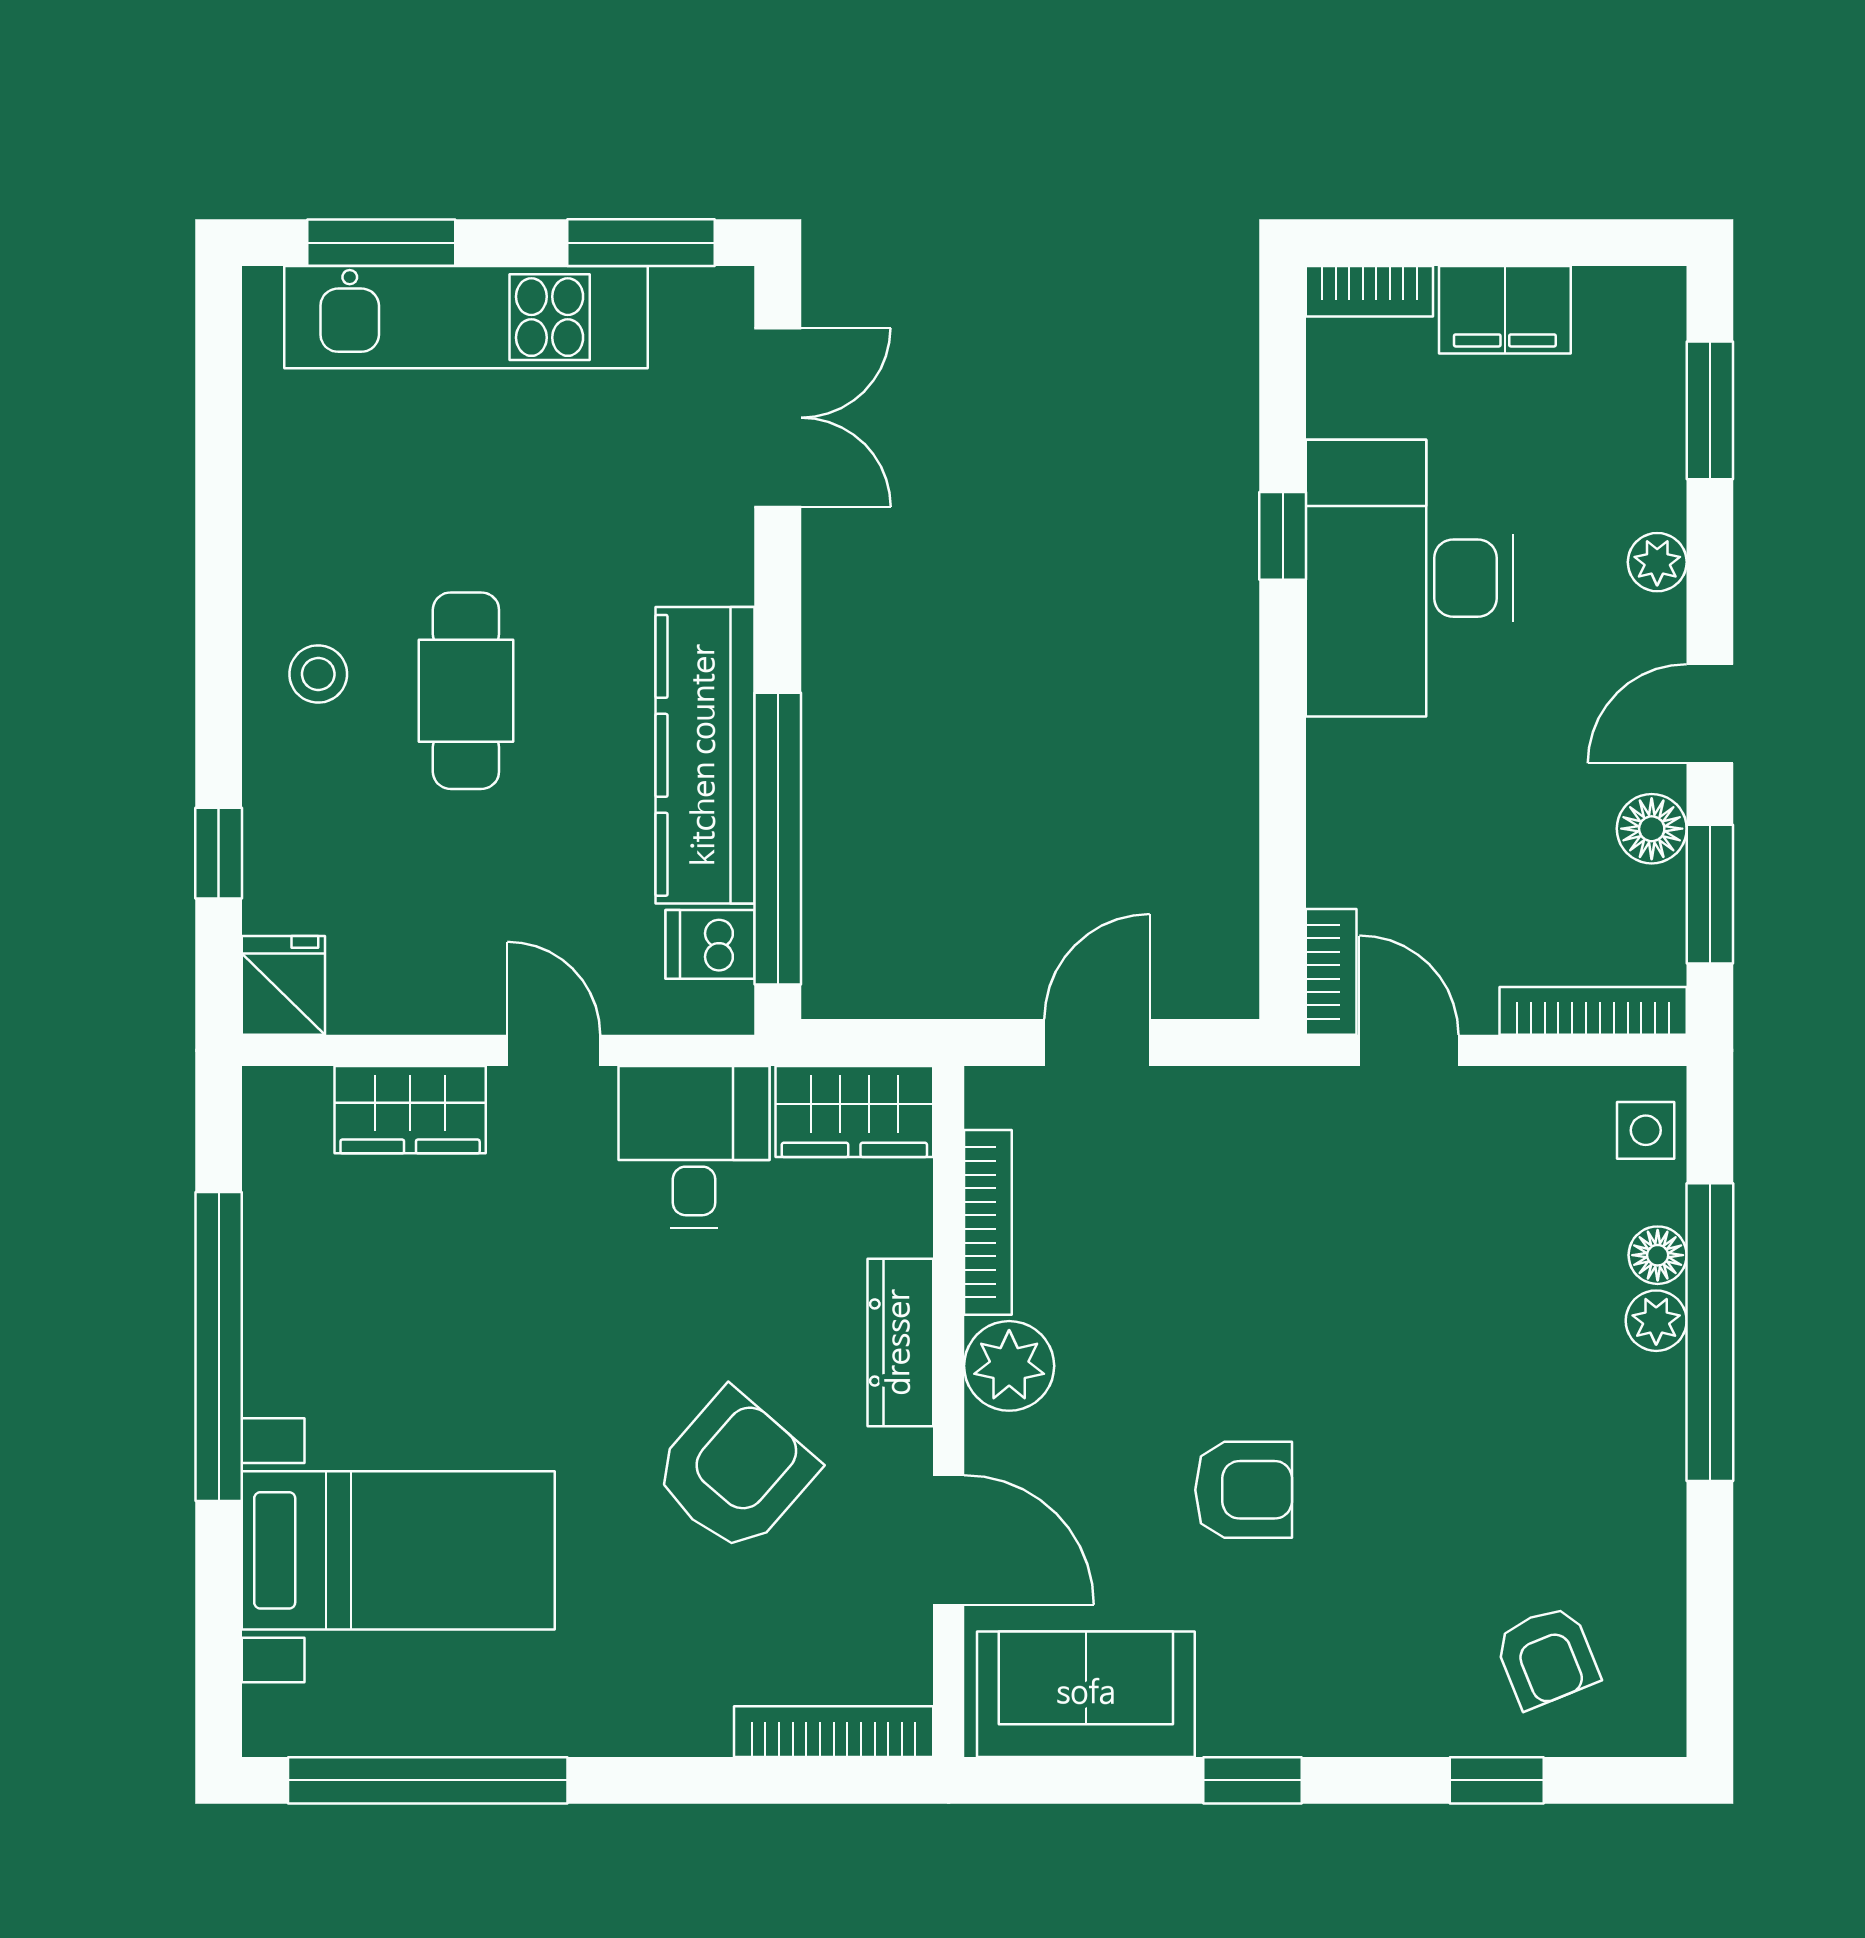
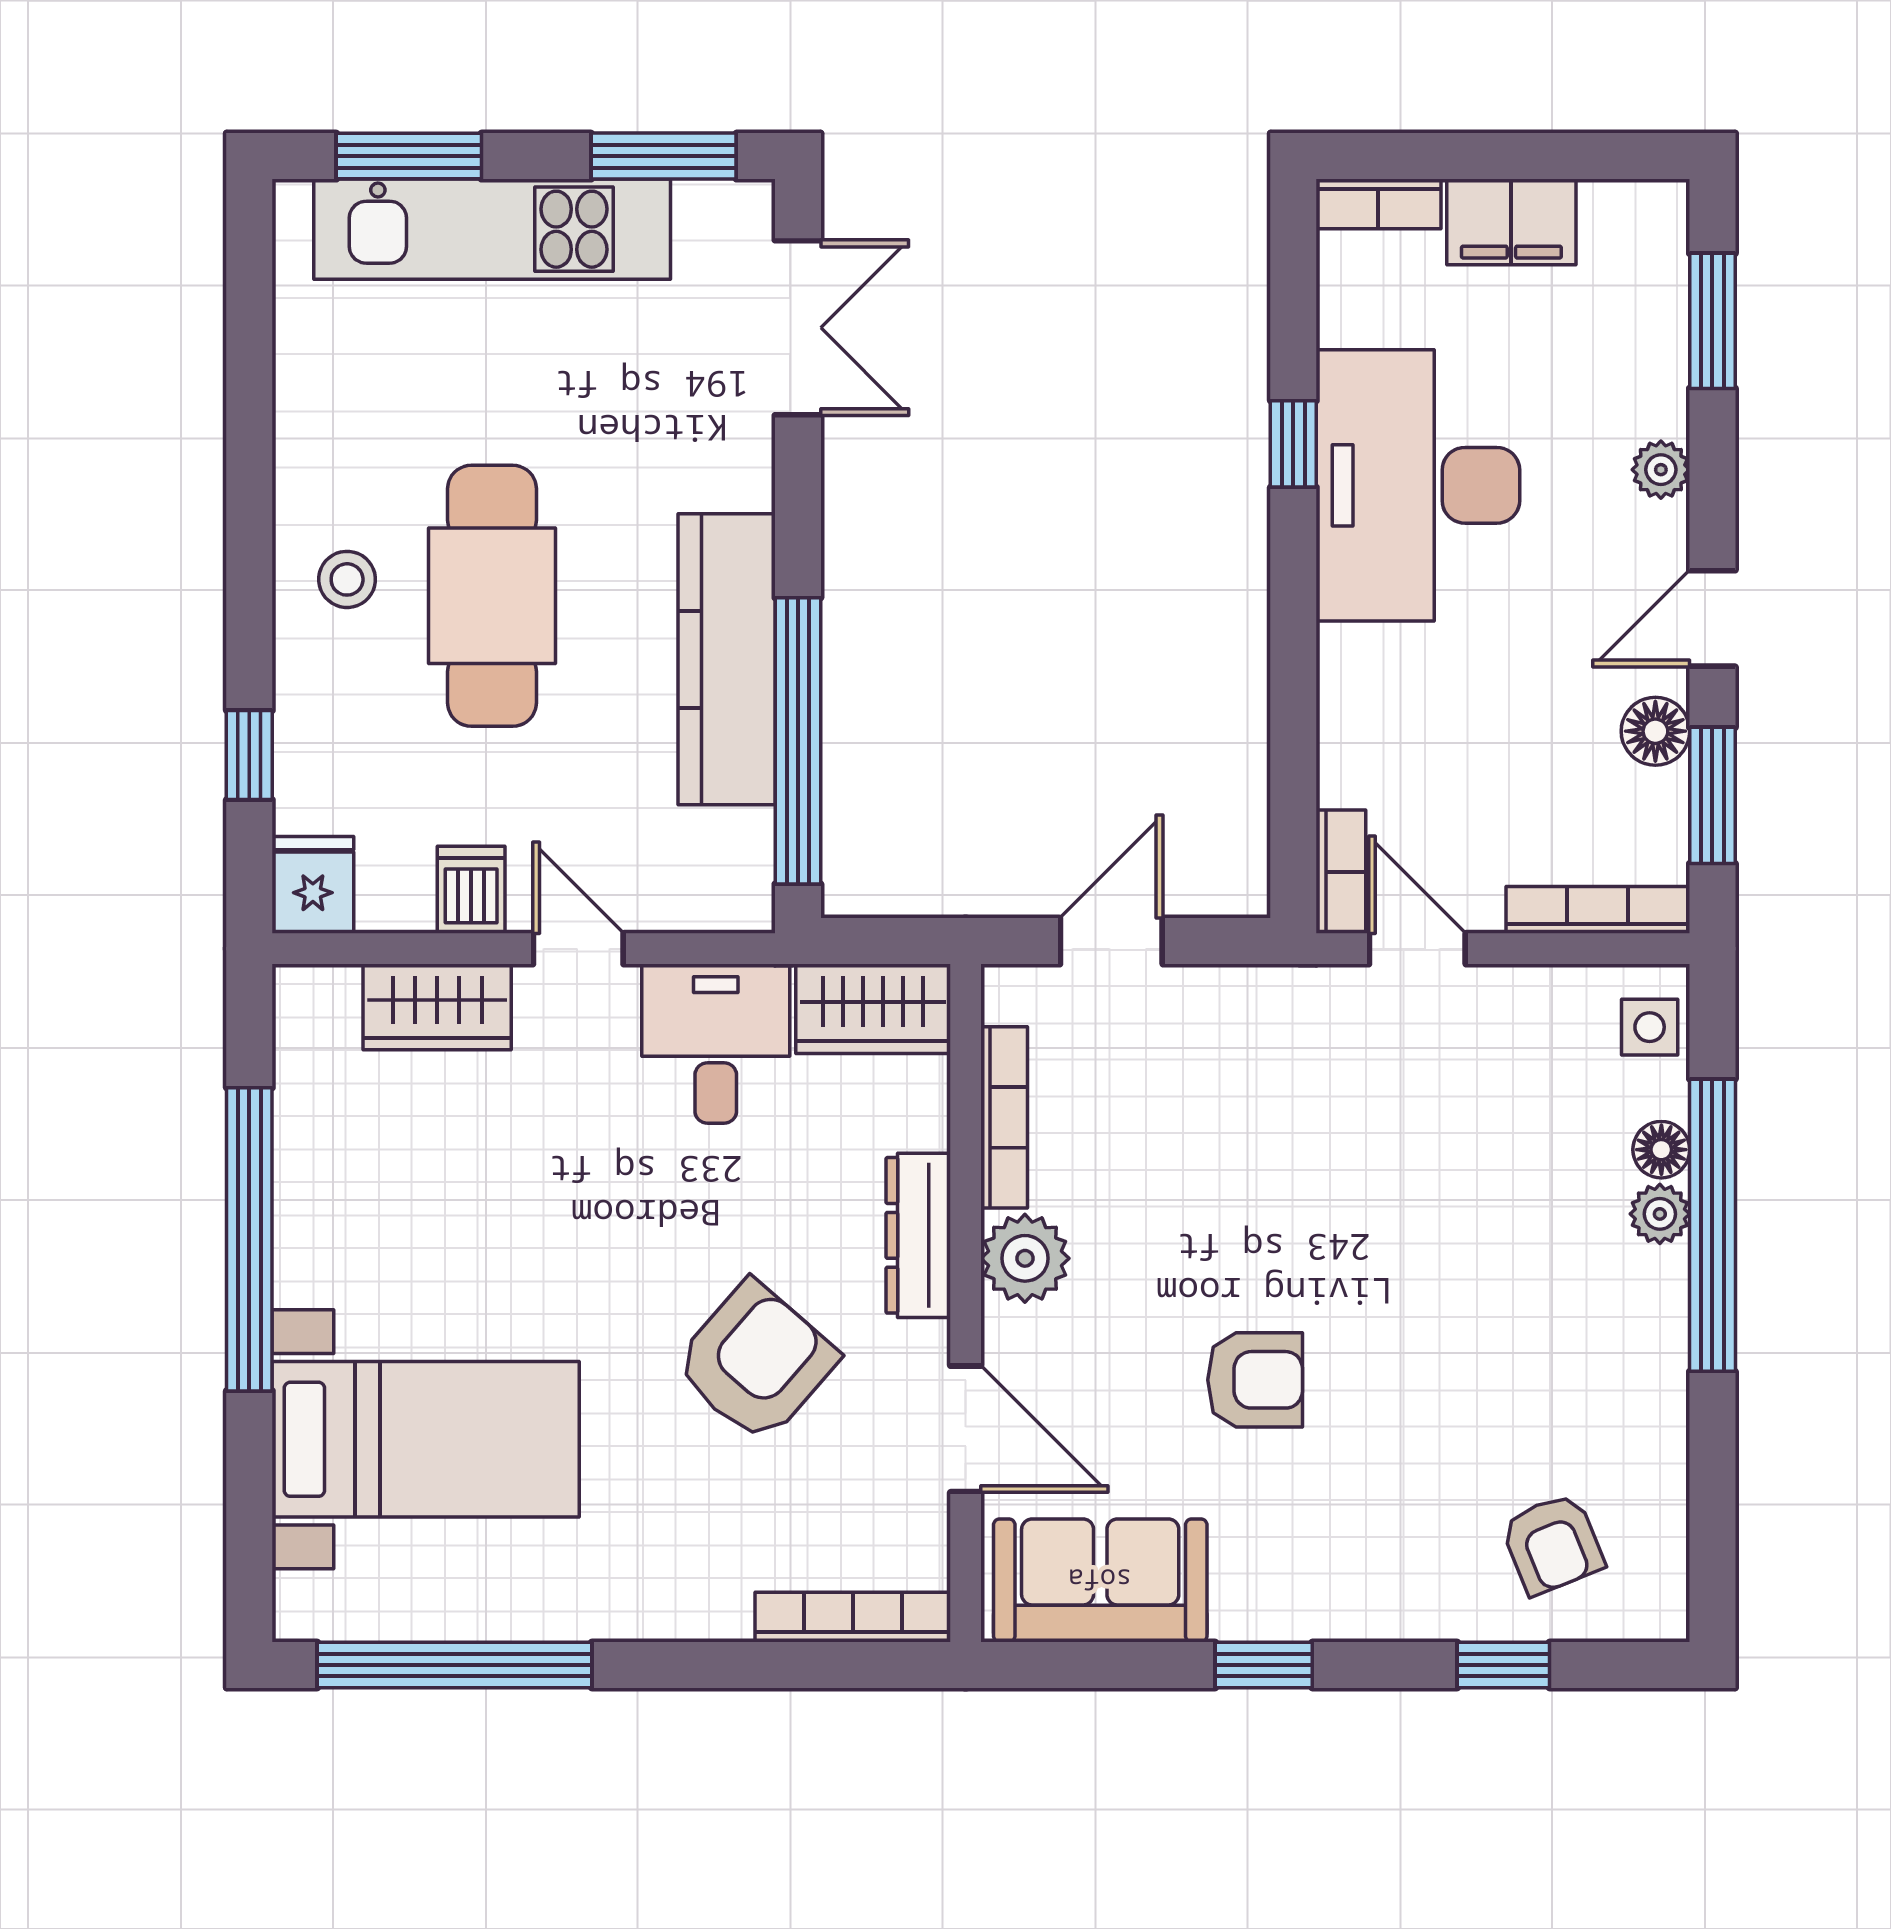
cafe table: (466, 691) -> (492, 596), width x1.37, depth x1.35
dishwasher: (710, 944) -> (471, 890), moved, turned 90

